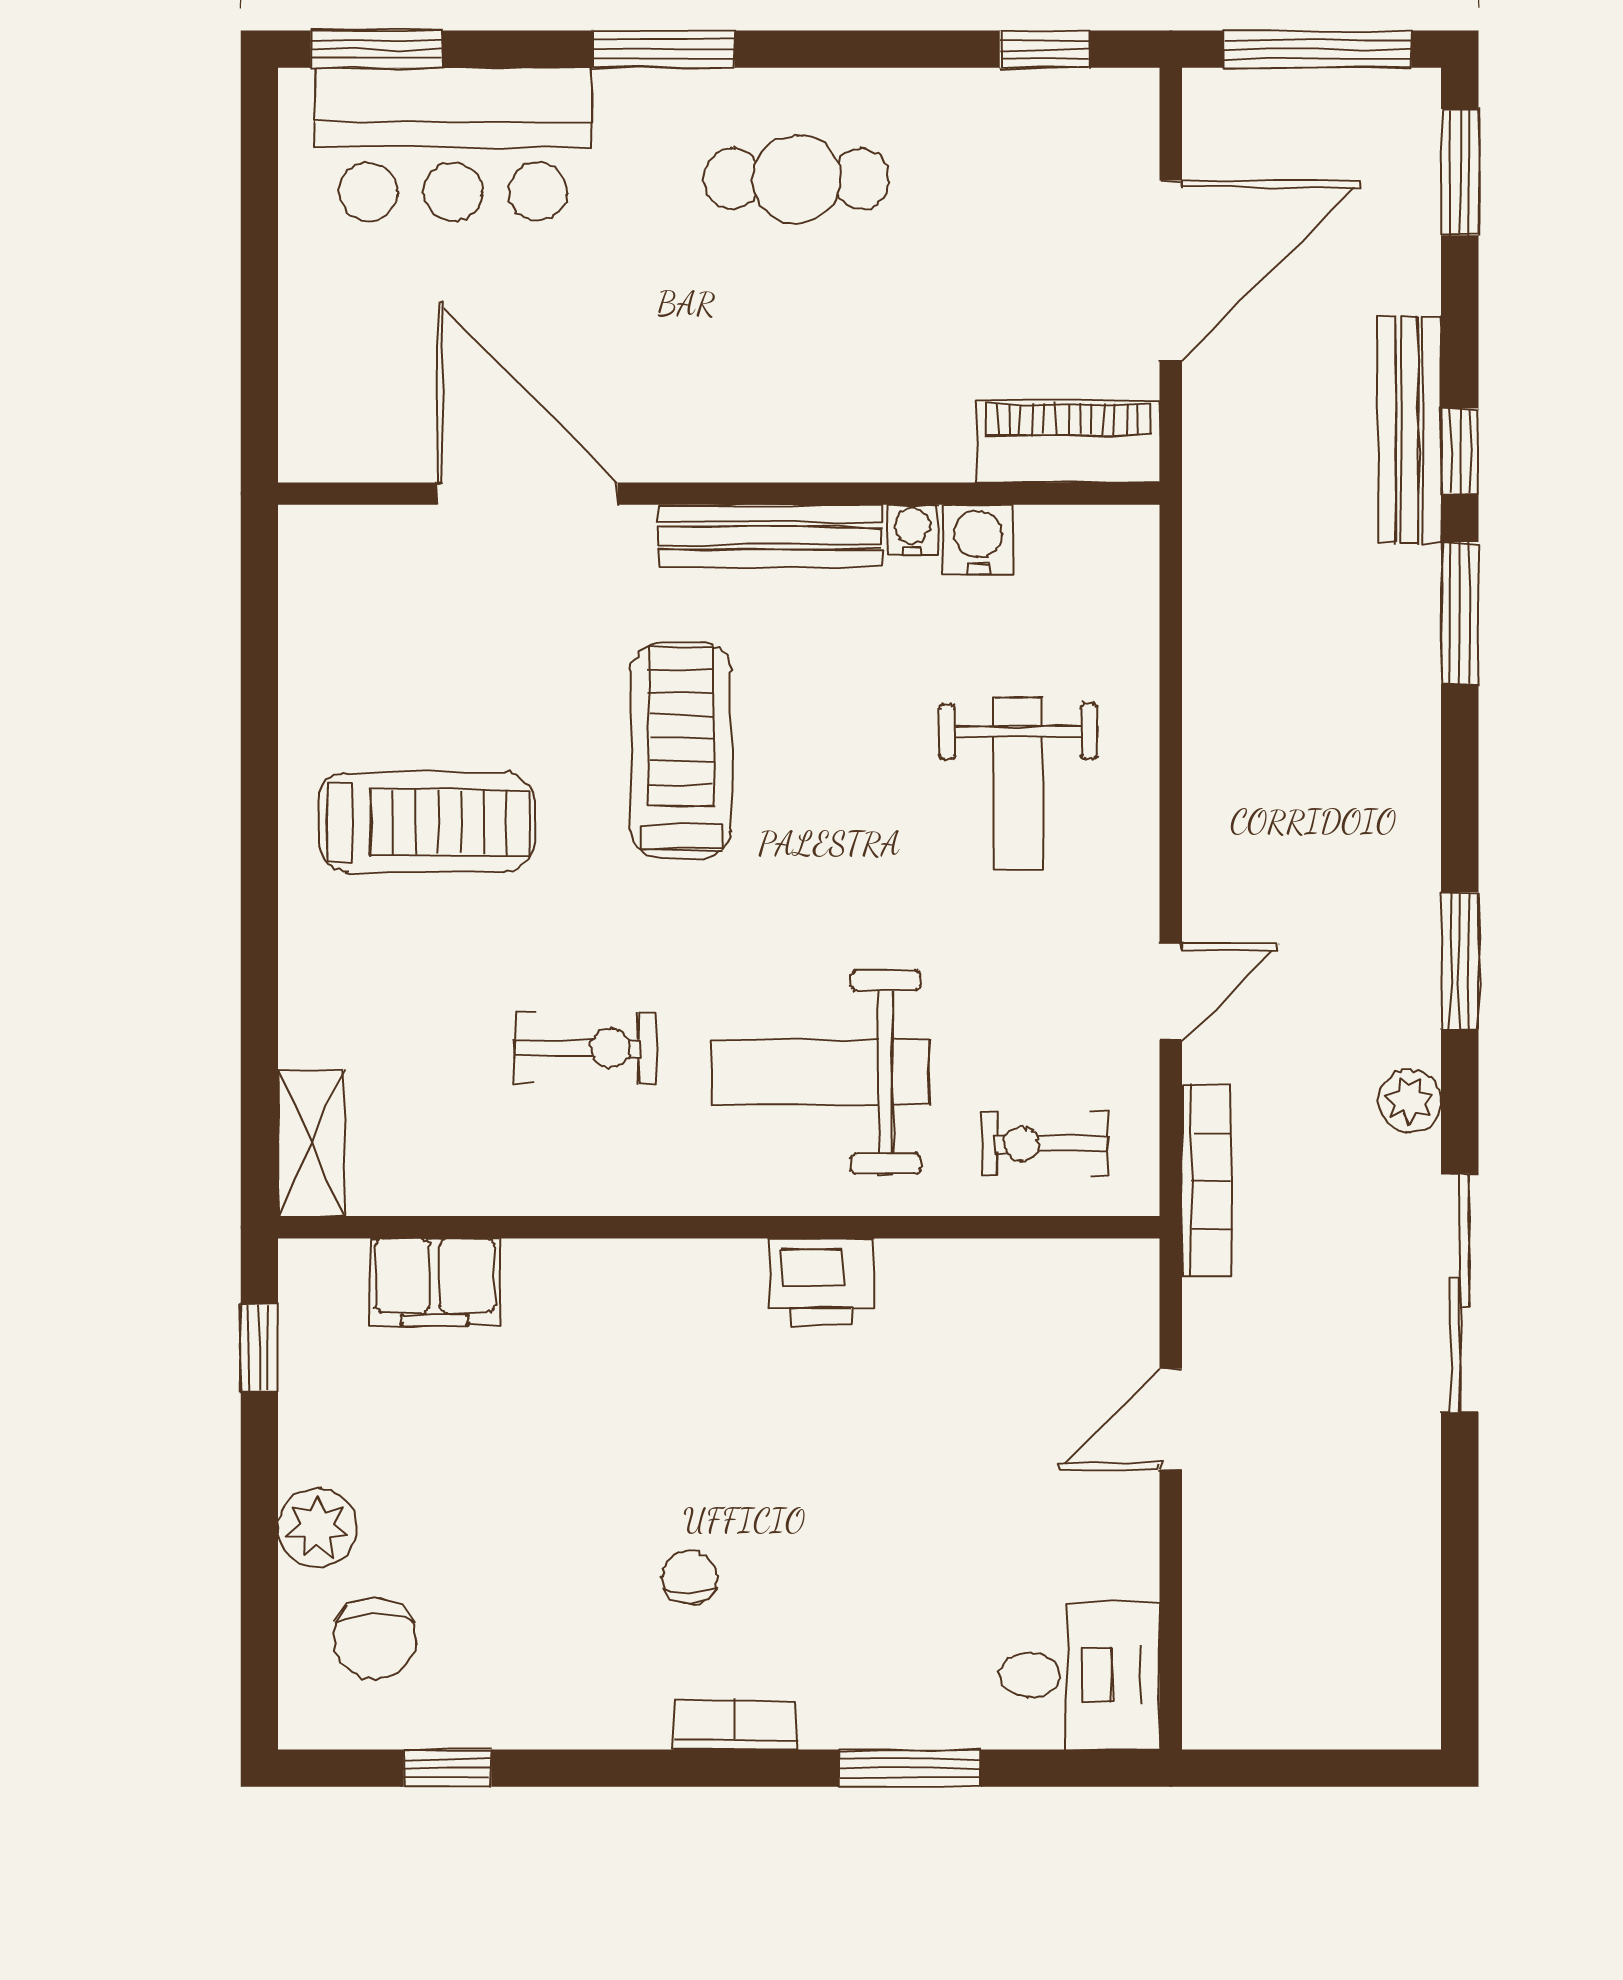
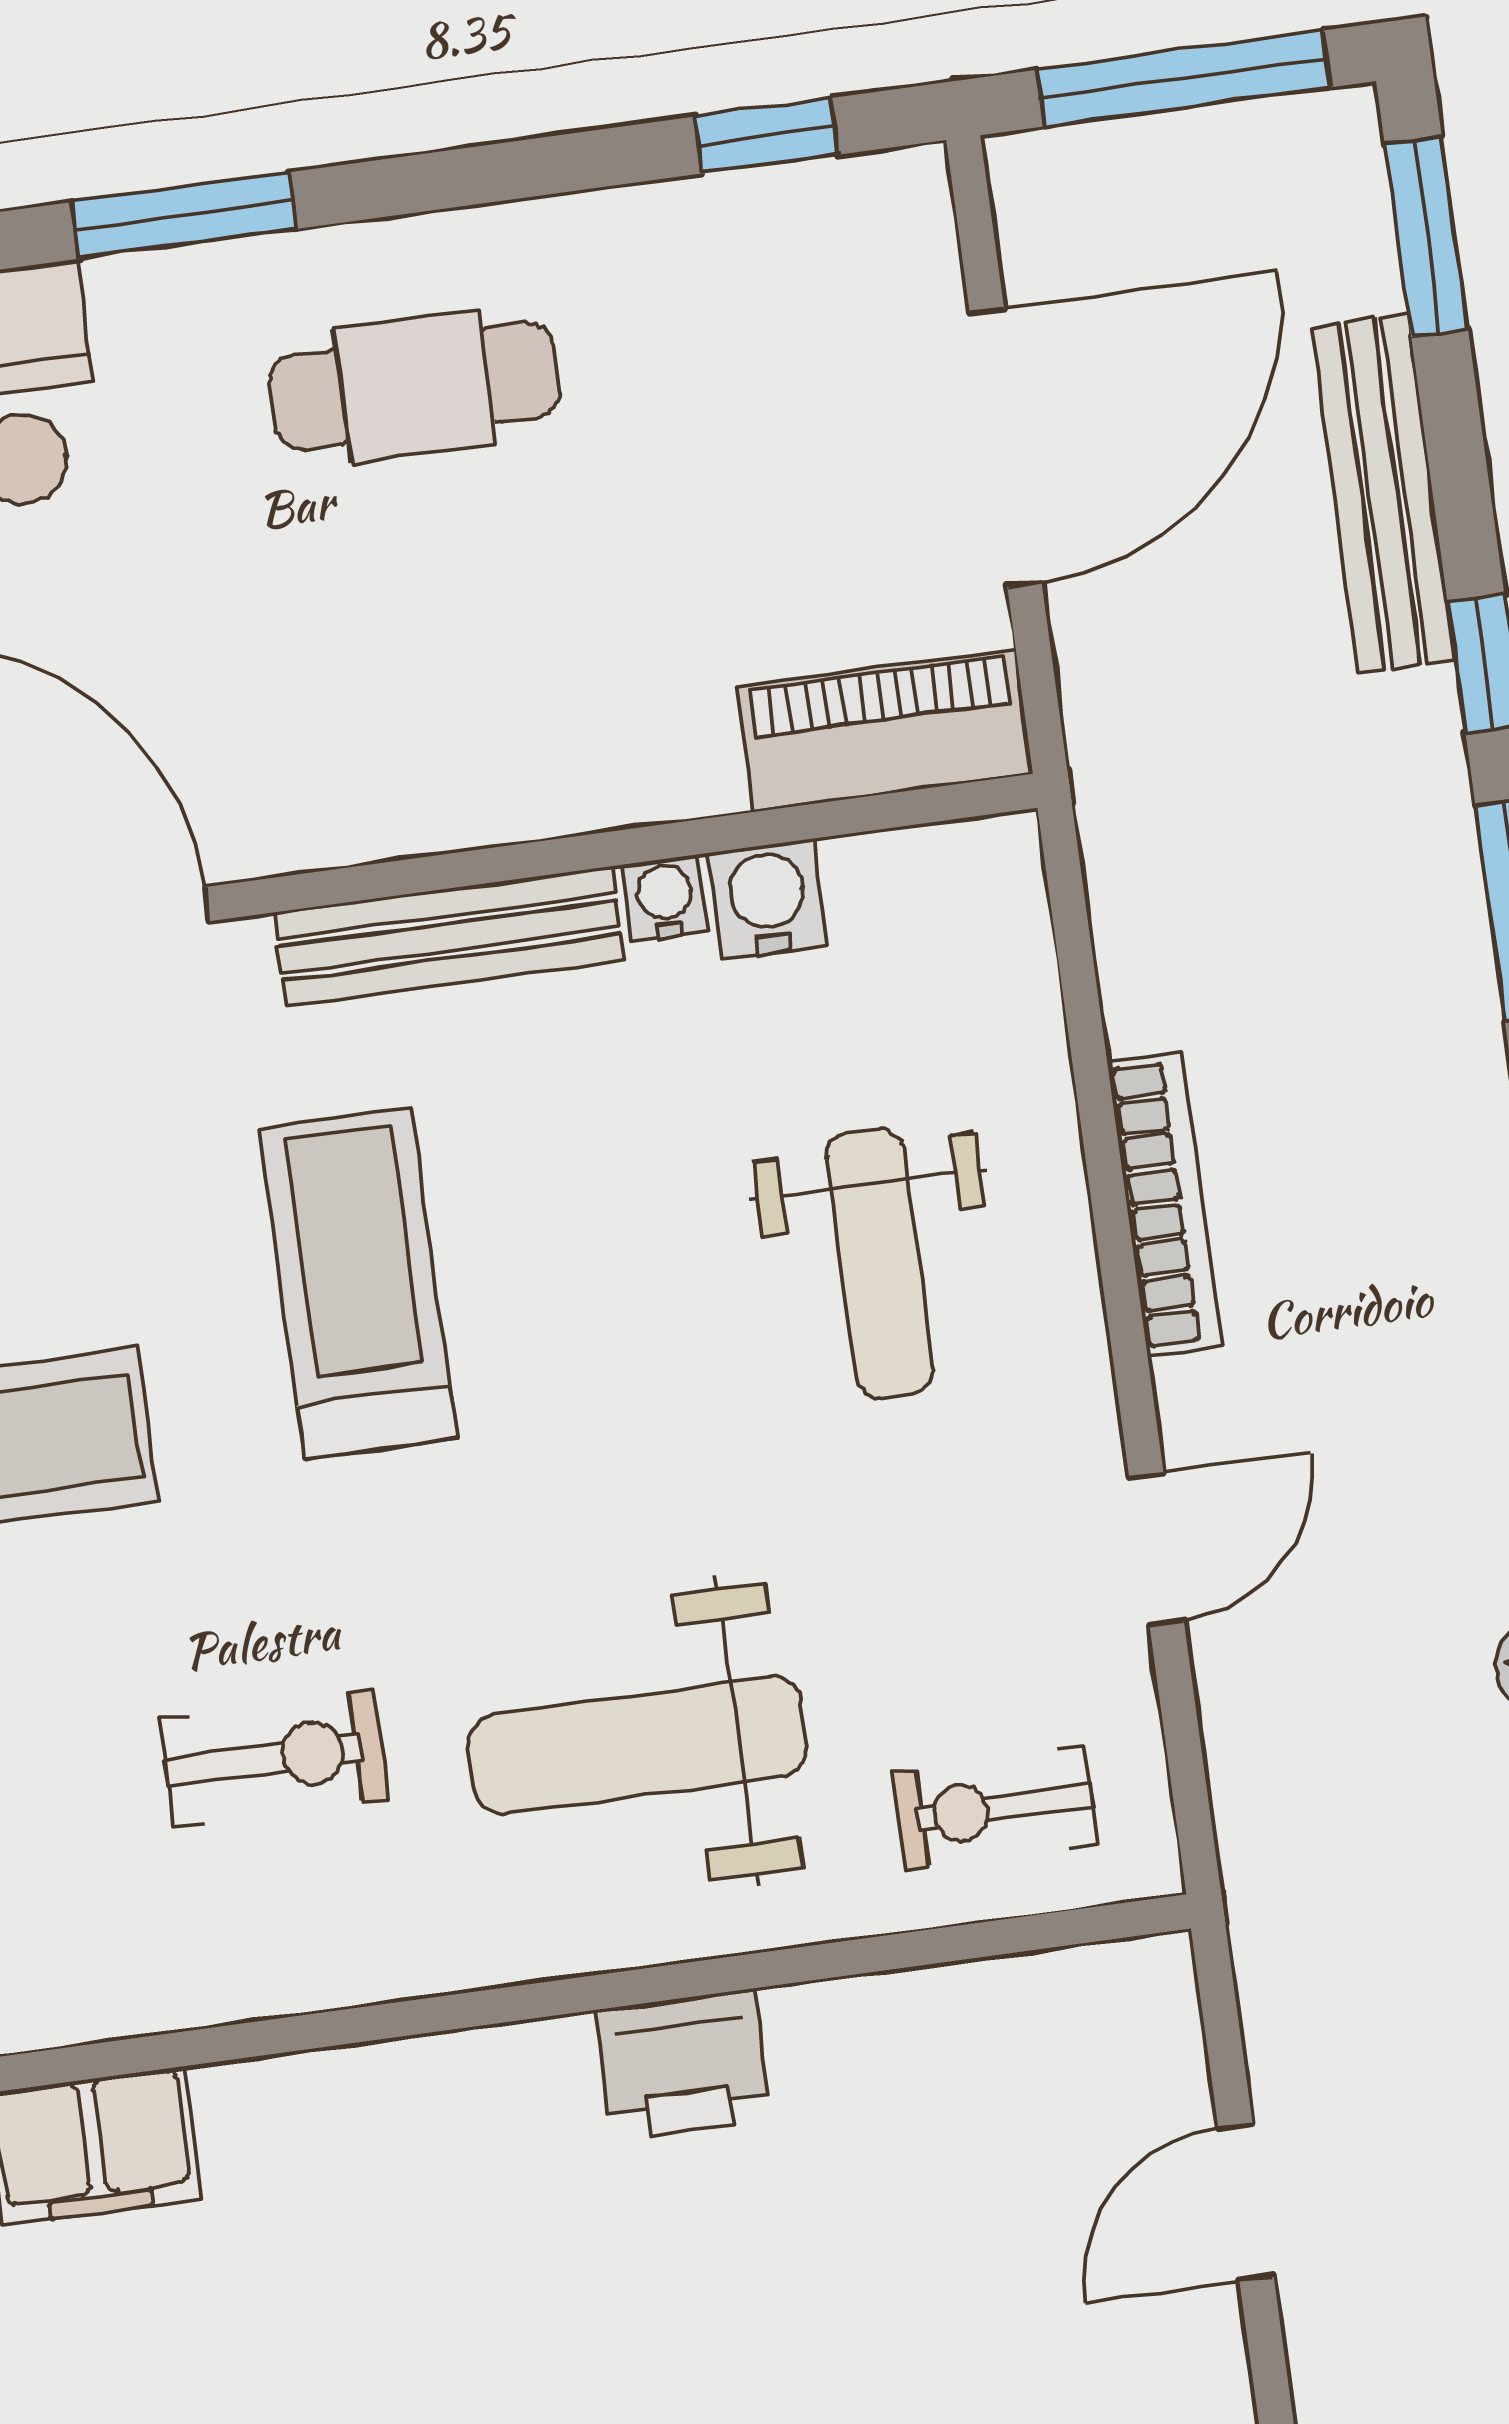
bench: (1409, 430) -> (1383, 493), moved
bookcase: (1207, 1180) -> (1165, 1204), moved

